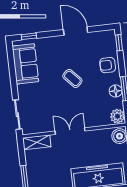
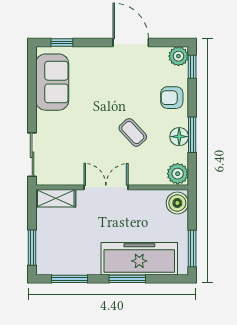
plant: (109, 37) -> (178, 56), added
coffee table: (72, 78) -> (133, 132), moved

